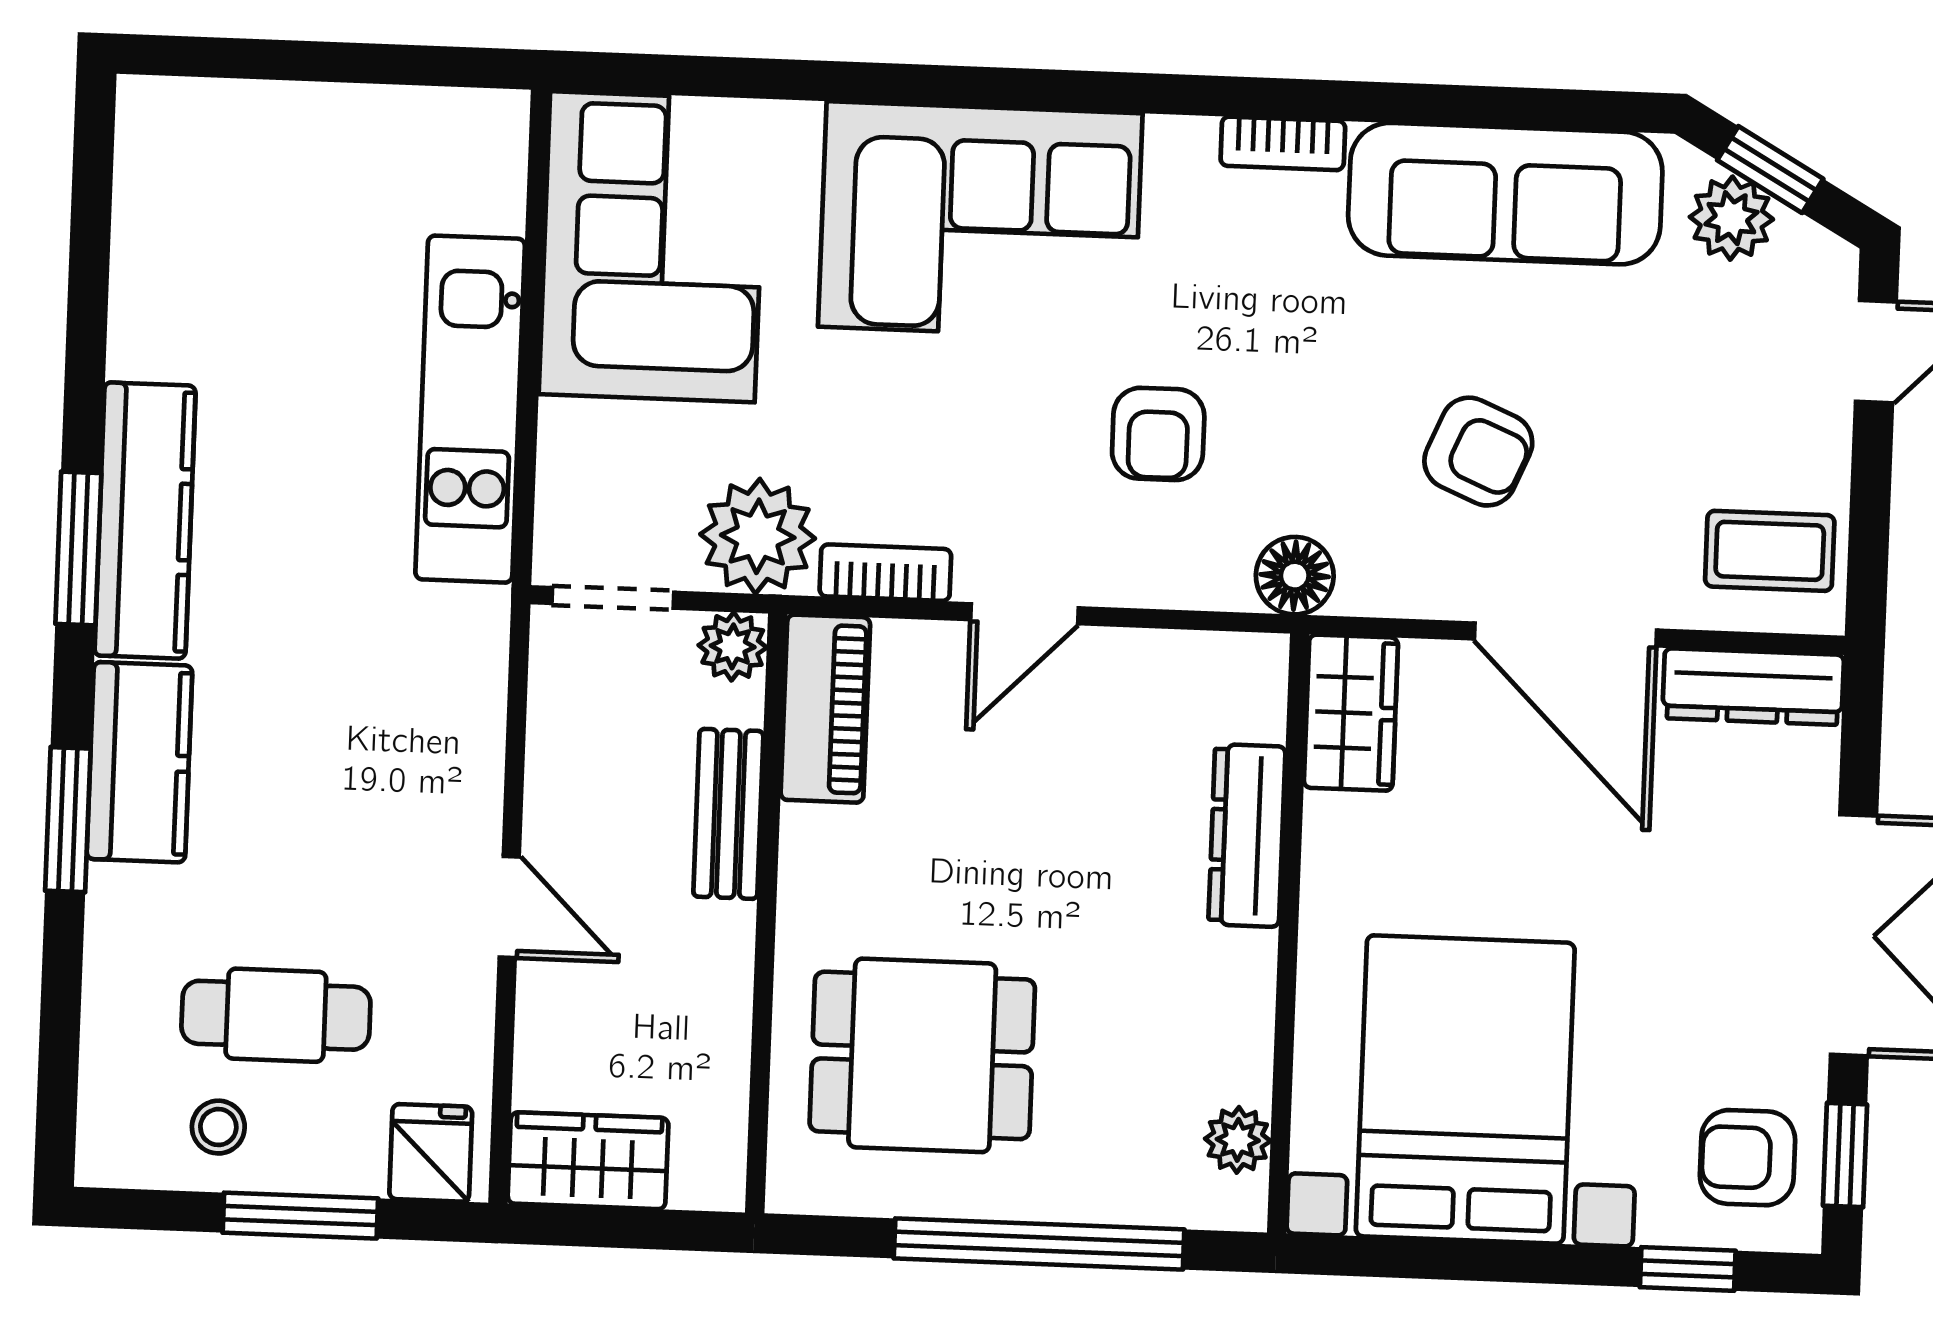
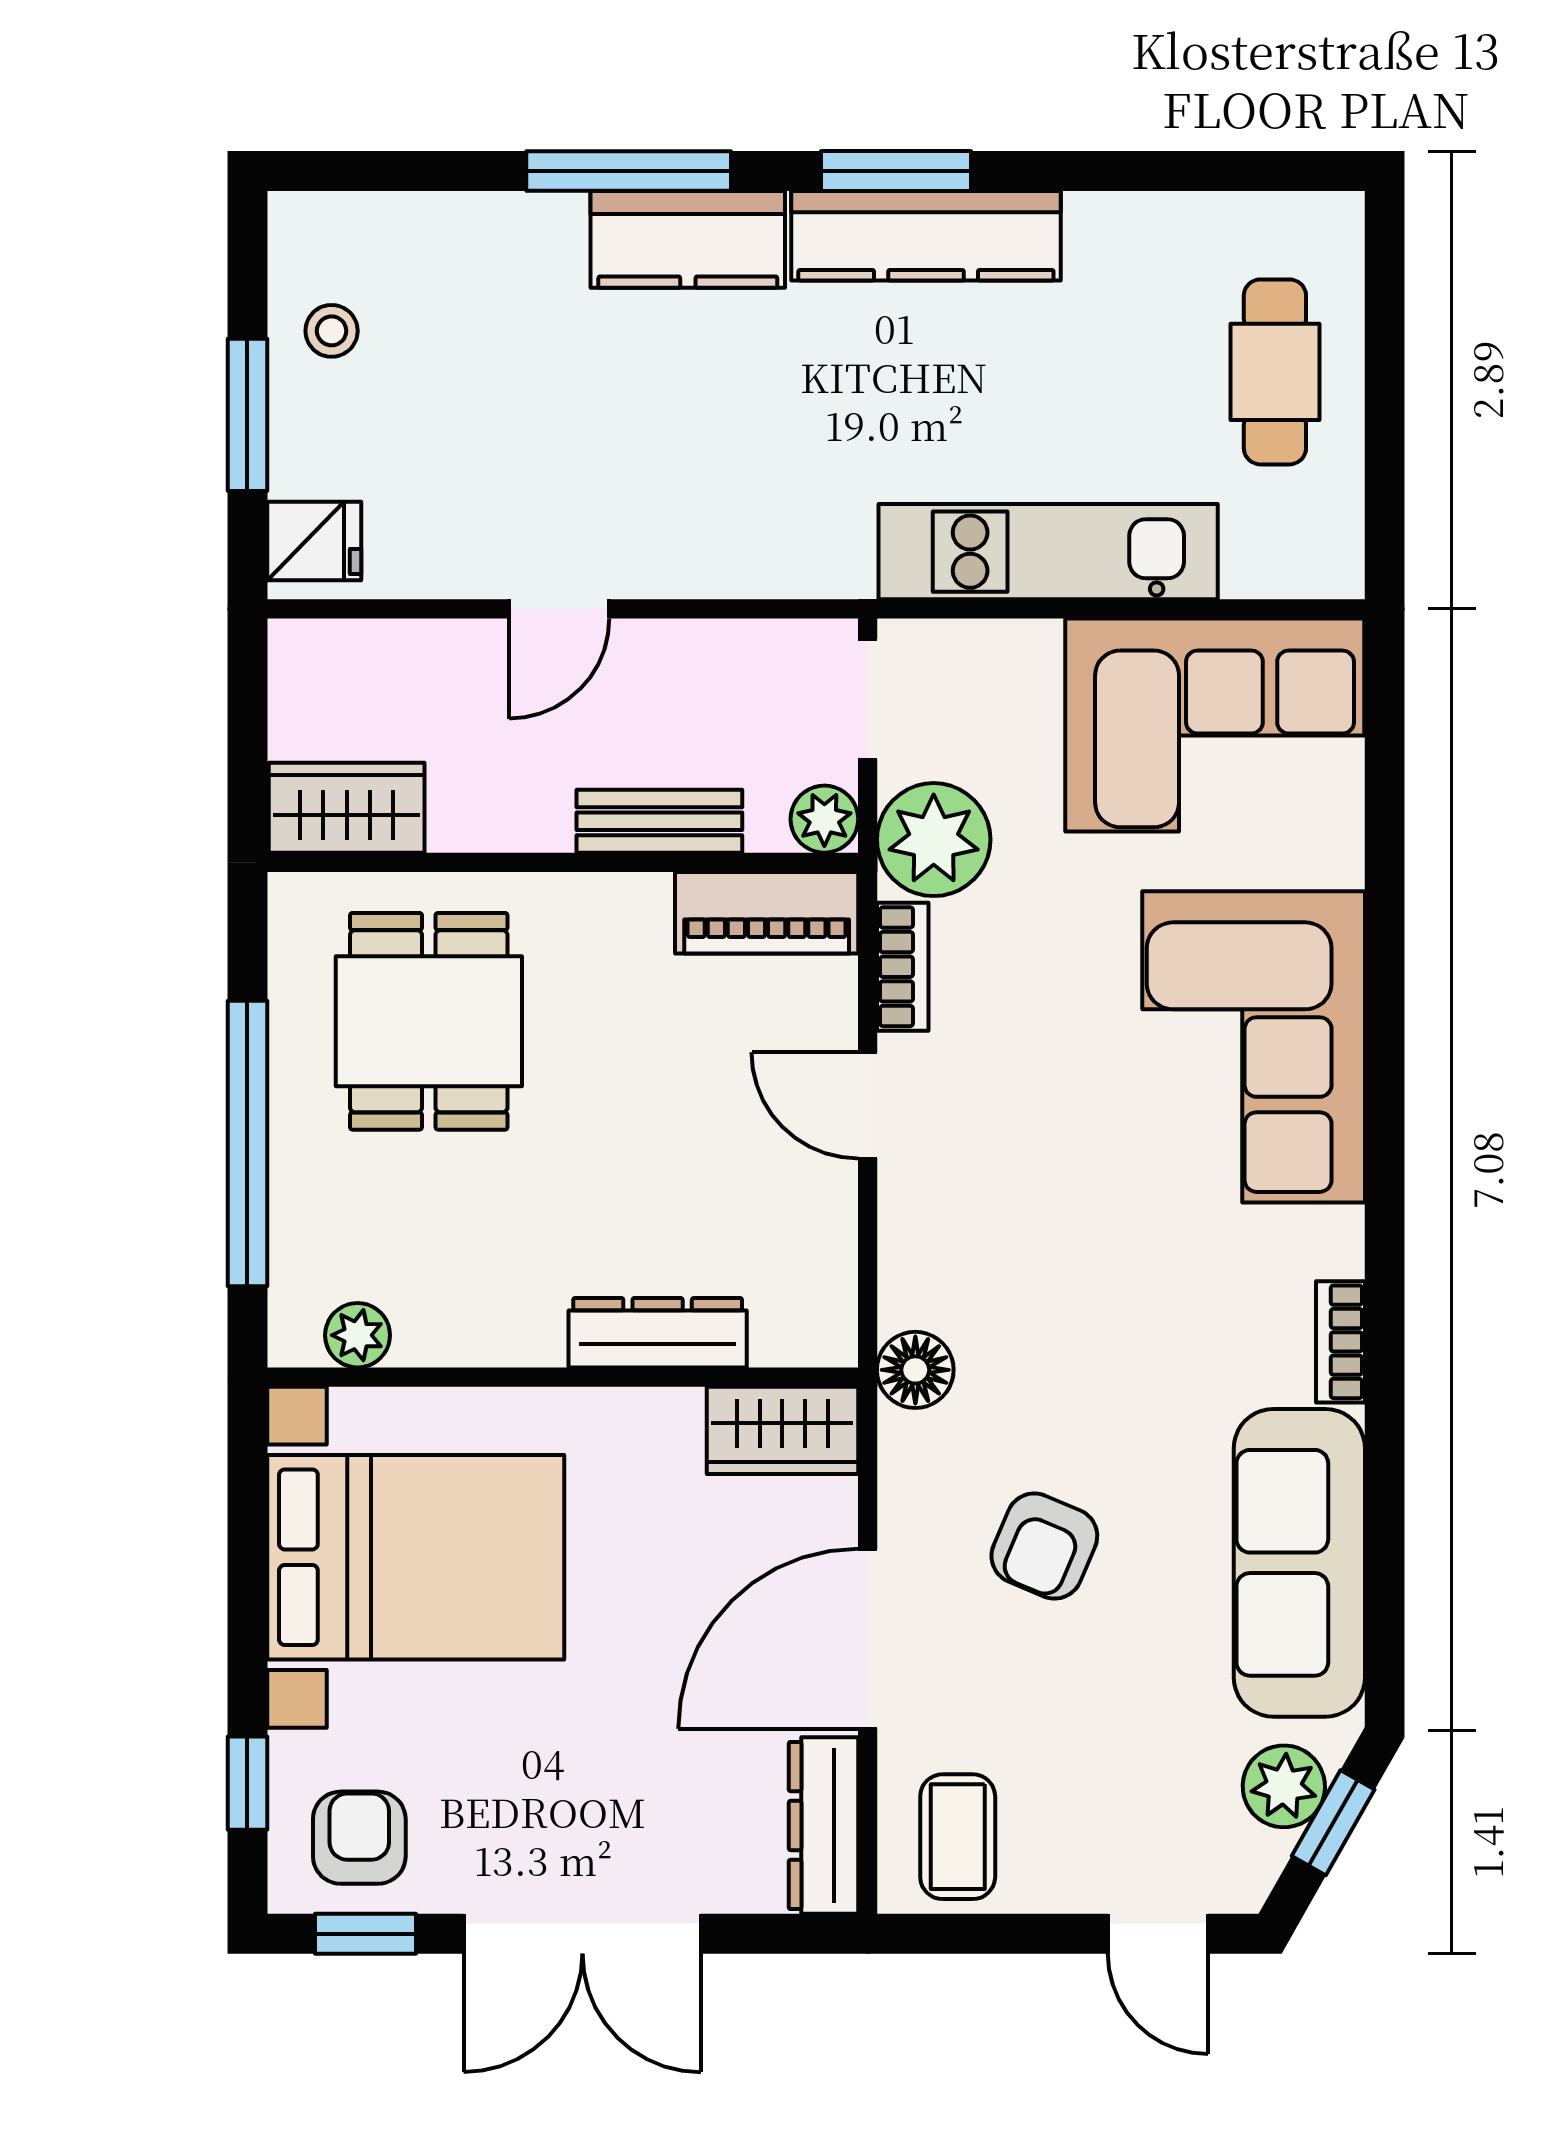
armchair: (1158, 434) -> (1050, 1230), removed
window: (68, 820) -> (629, 171), width x1.44
cafe table: (276, 1015) -> (1275, 372), moved
wardrobe: (588, 1161) -> (347, 808), moved, turned -90

